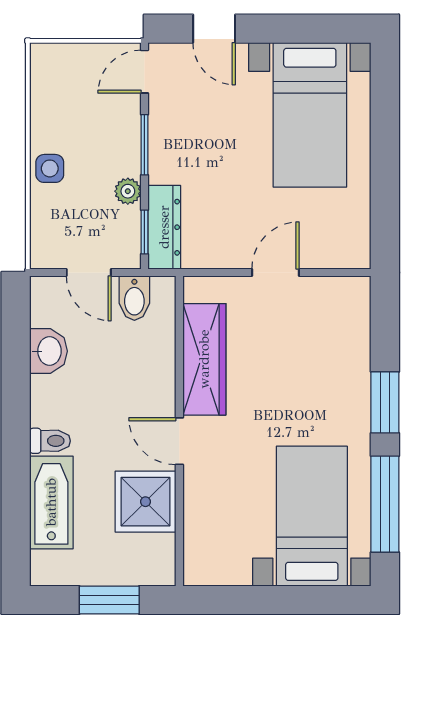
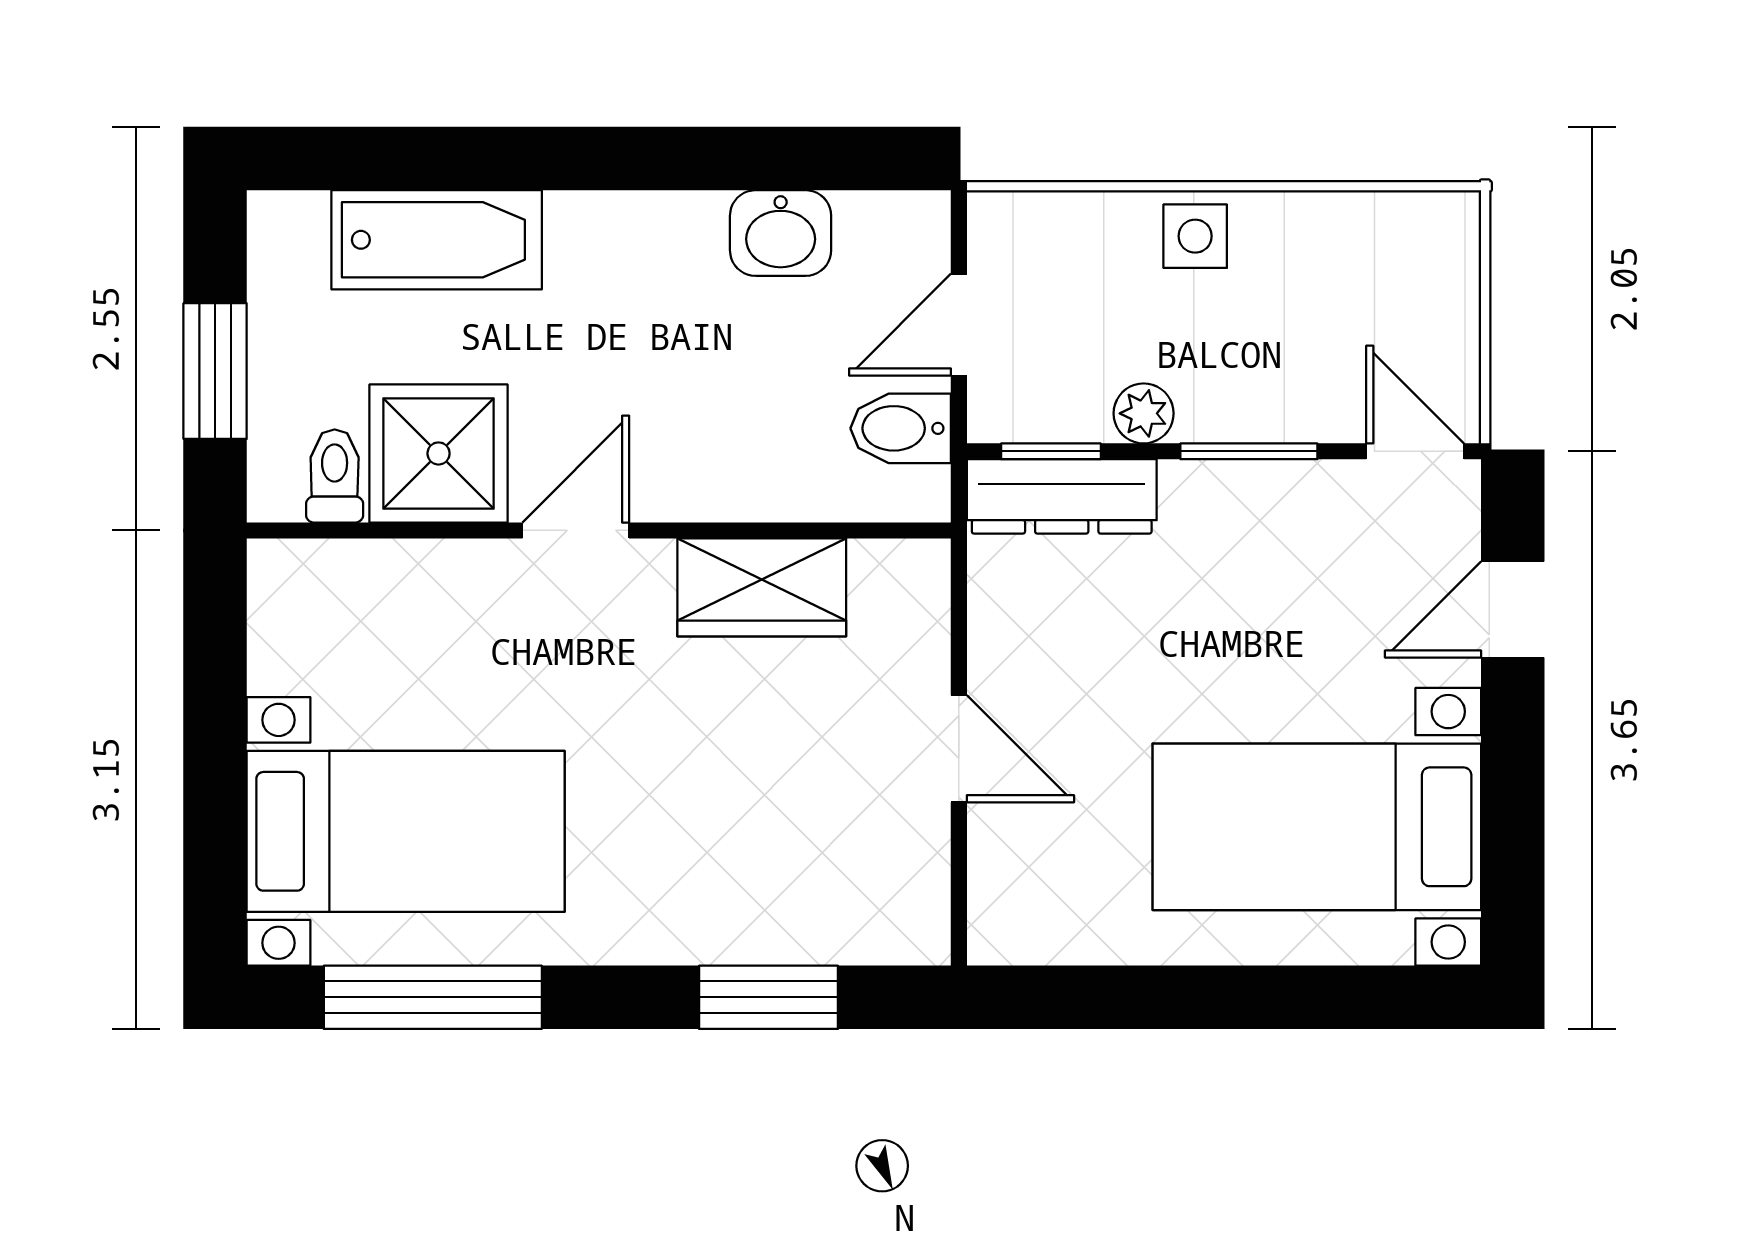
wardrobe: (204, 359) -> (762, 587), width x0.67
window: (385, 402) -> (768, 997), moved
toilet: (50, 441) -> (335, 476), moved, turned 180

